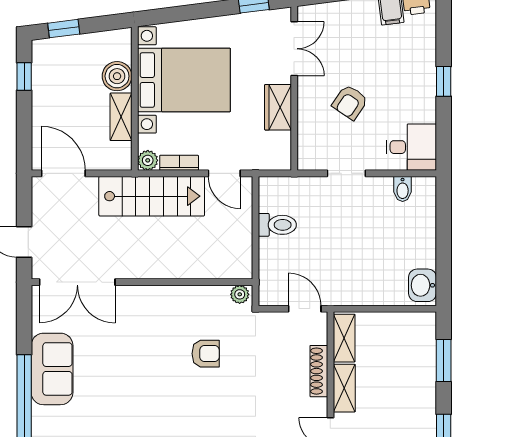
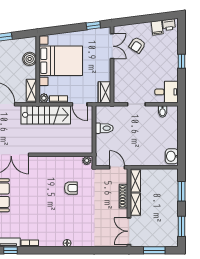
armchair: (350, 102) -> (137, 45), moved
wardrobe: (278, 107) -> (105, 92), moved
shelving: (121, 117) -> (31, 90), moved

